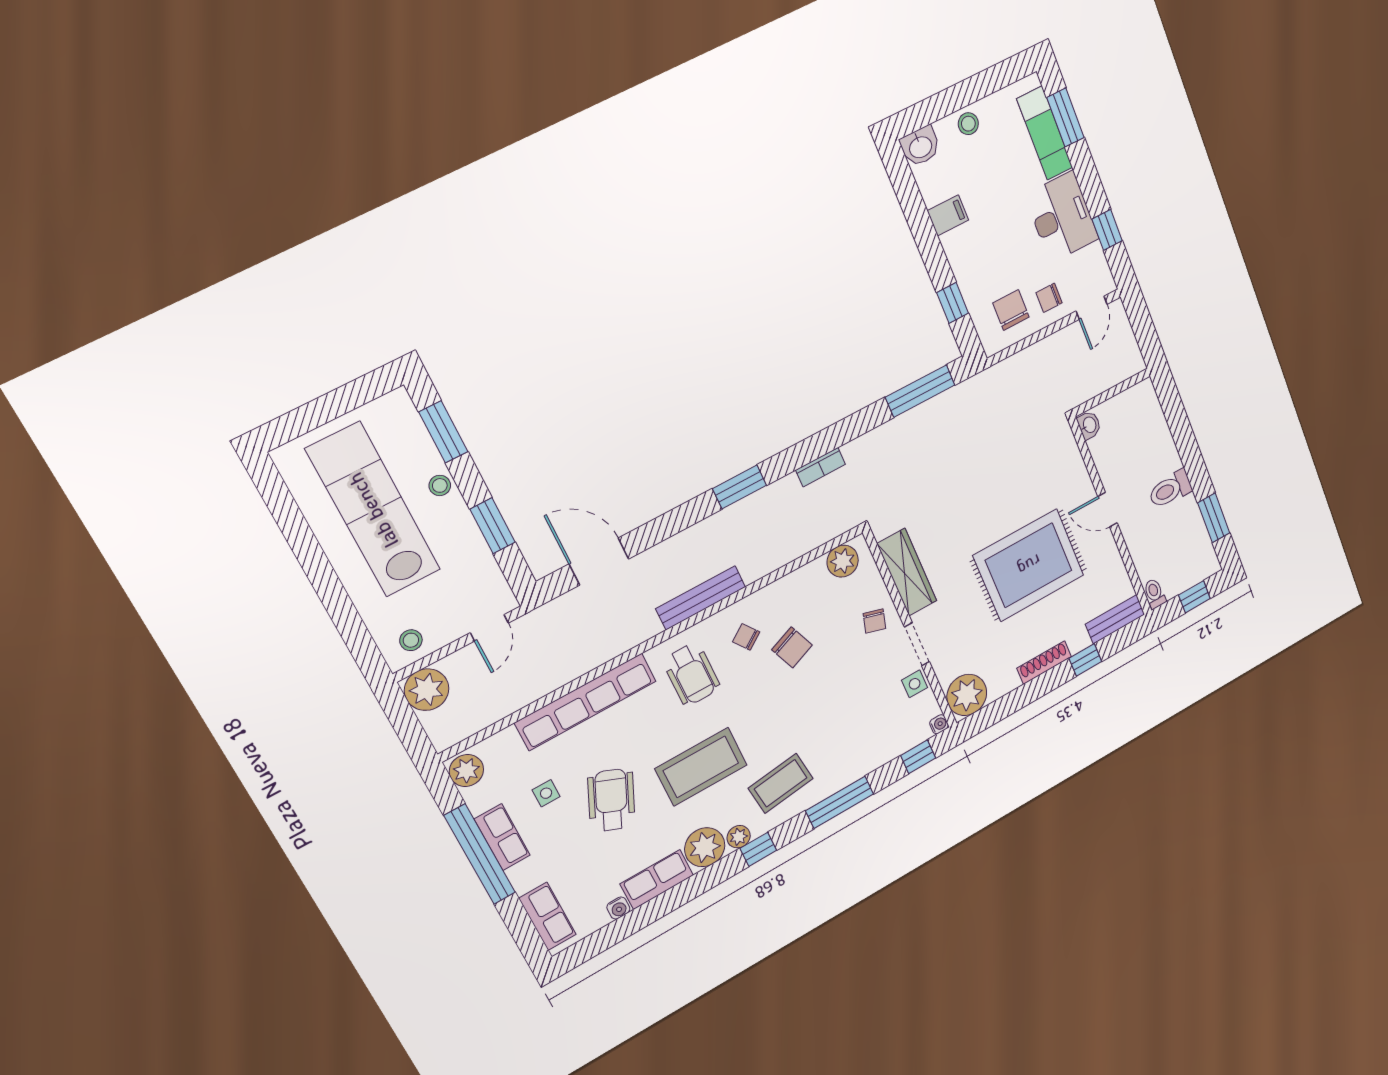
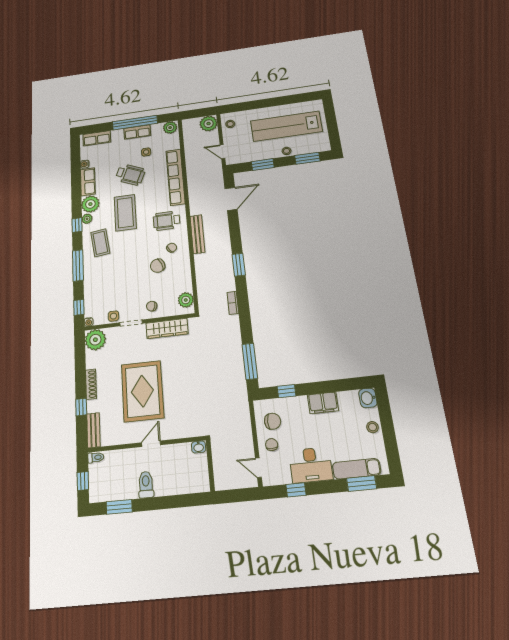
filing cabinet: (948, 215) -> (323, 403), width x2.00
lab bench: (373, 510) -> (286, 126), turned 180

